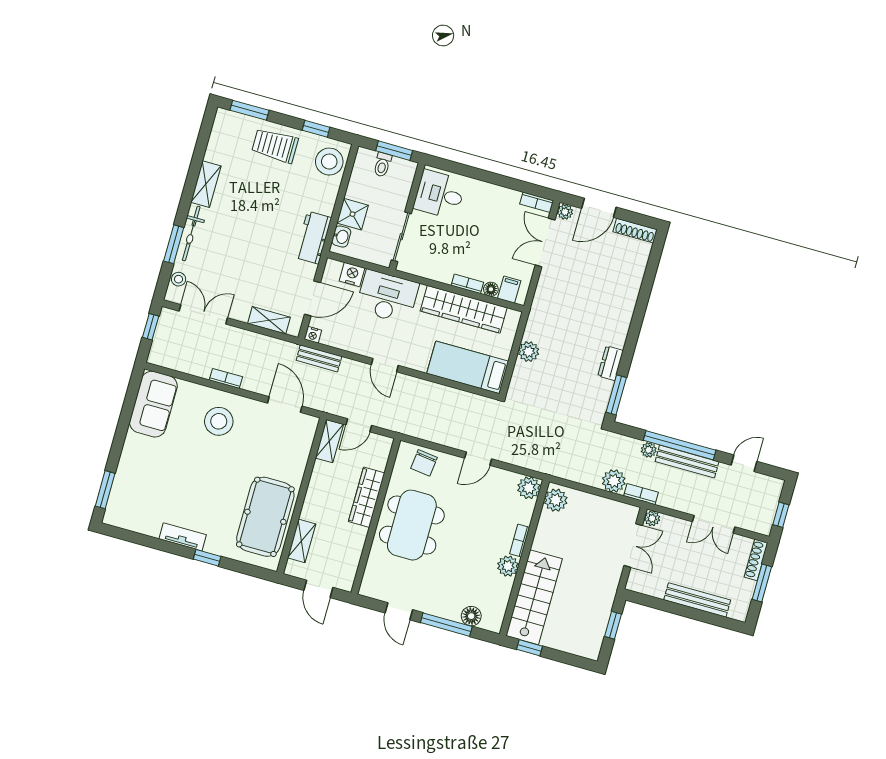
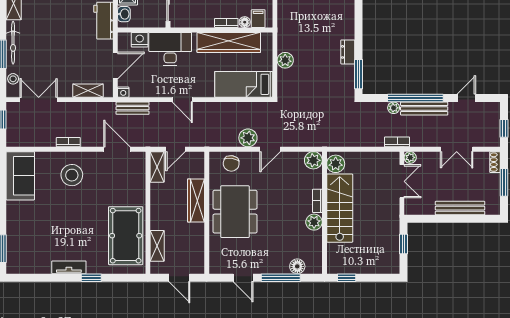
plant: (614, 481) -> (248, 138), moved
shoe rack: (756, 560) -> (495, 162), width x0.70
stairs: (534, 597) -> (340, 208), moved

